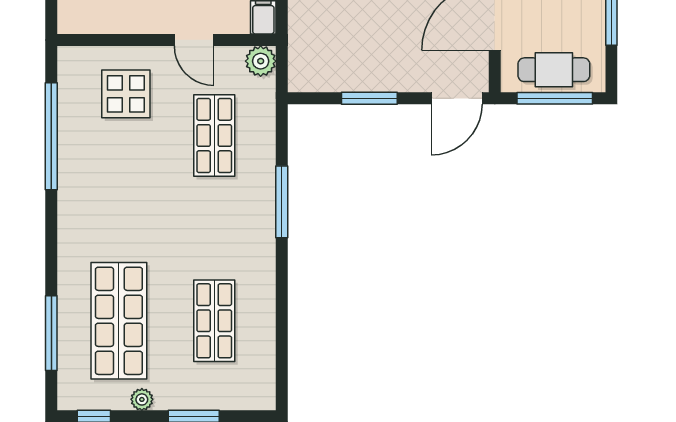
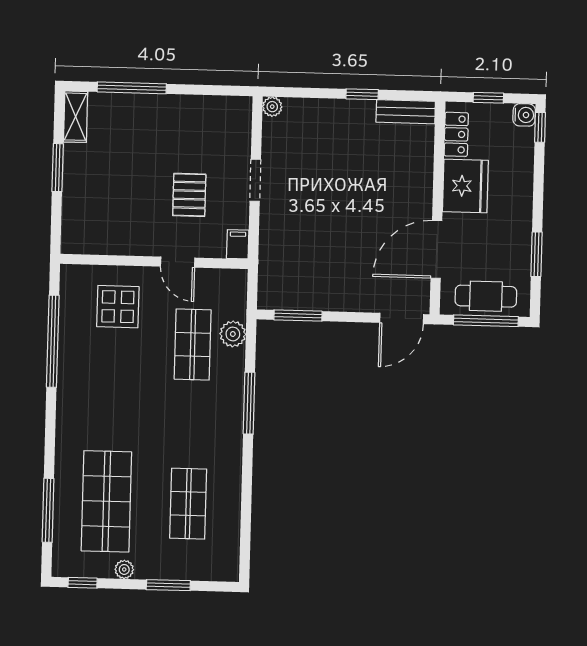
plant: (261, 61) -> (233, 334), moved
window: (369, 98) -> (298, 316), moved

